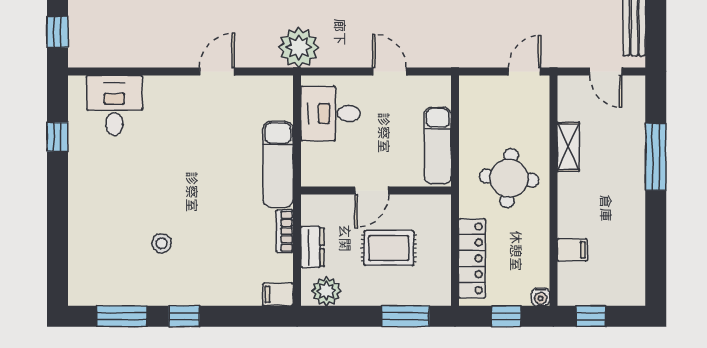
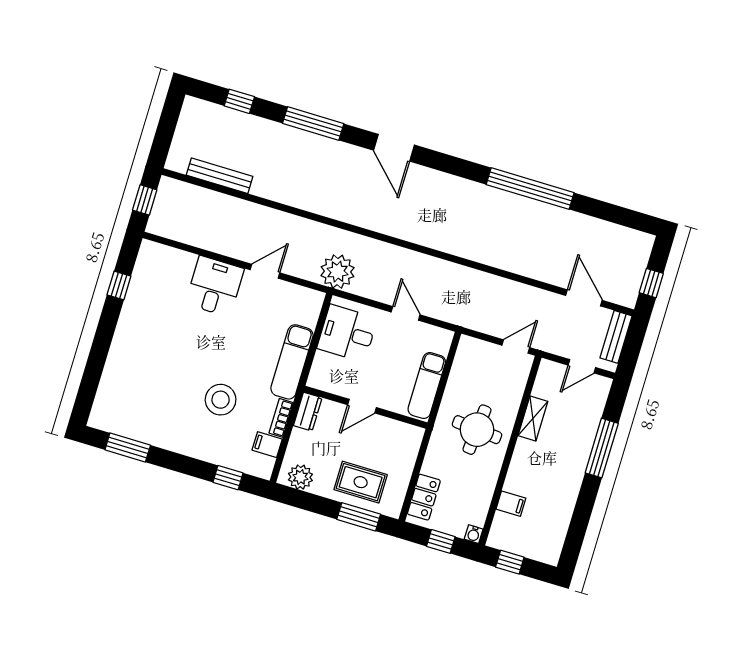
door: (606, 71) -> (582, 366), hinge flipped
desk: (114, 105) -> (215, 286), moved
stool: (162, 243) -> (221, 400), moved, width x1.89, depth x1.89
dresser: (312, 247) -> (308, 412), moved
rug: (389, 248) -> (361, 482), moved
locker: (472, 258) -> (424, 497), width x0.66
filing cabinet: (278, 294) -> (267, 445), moved
window: (184, 316) -> (228, 478), moved

